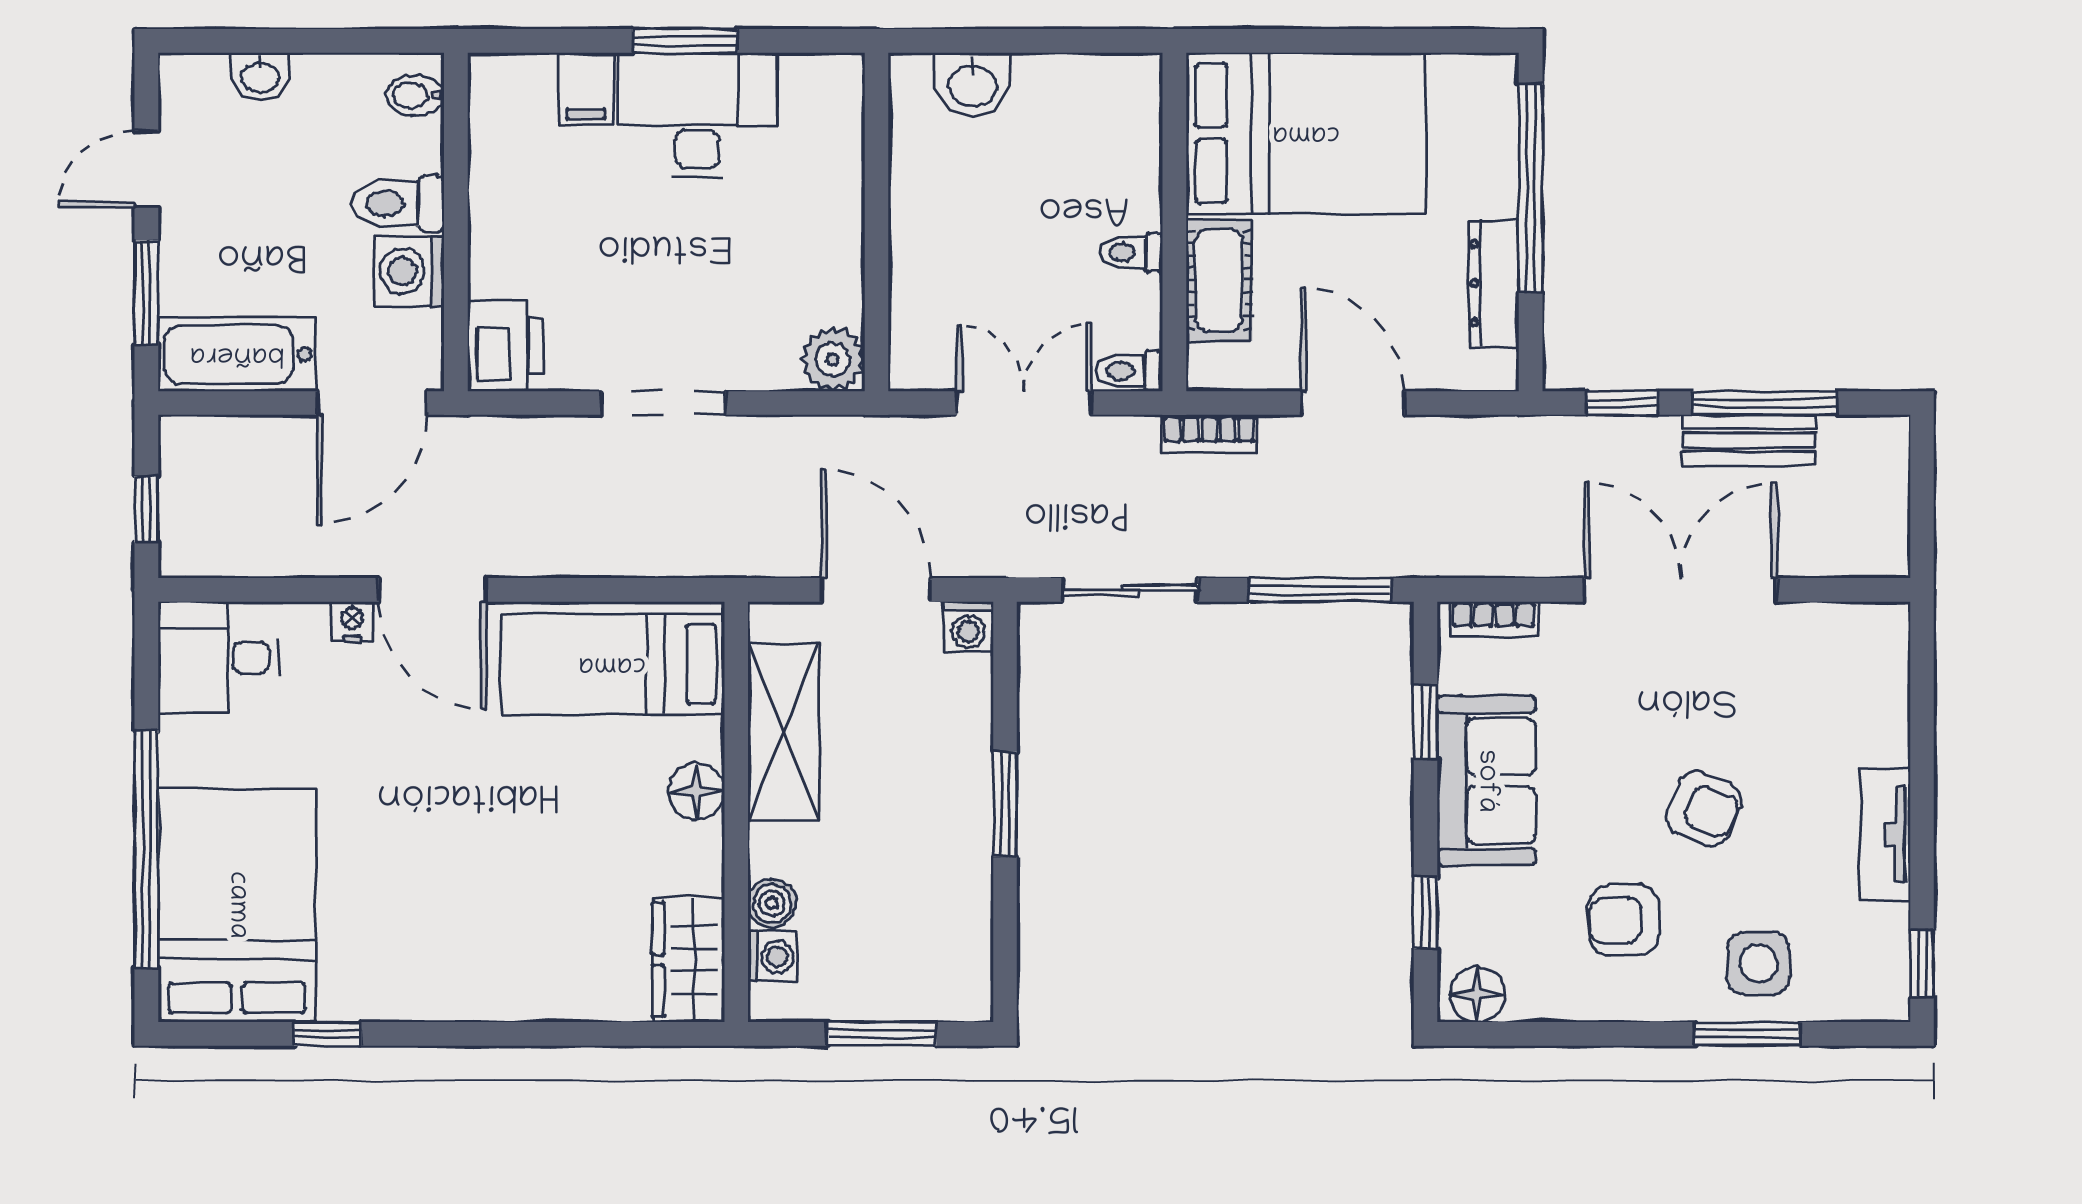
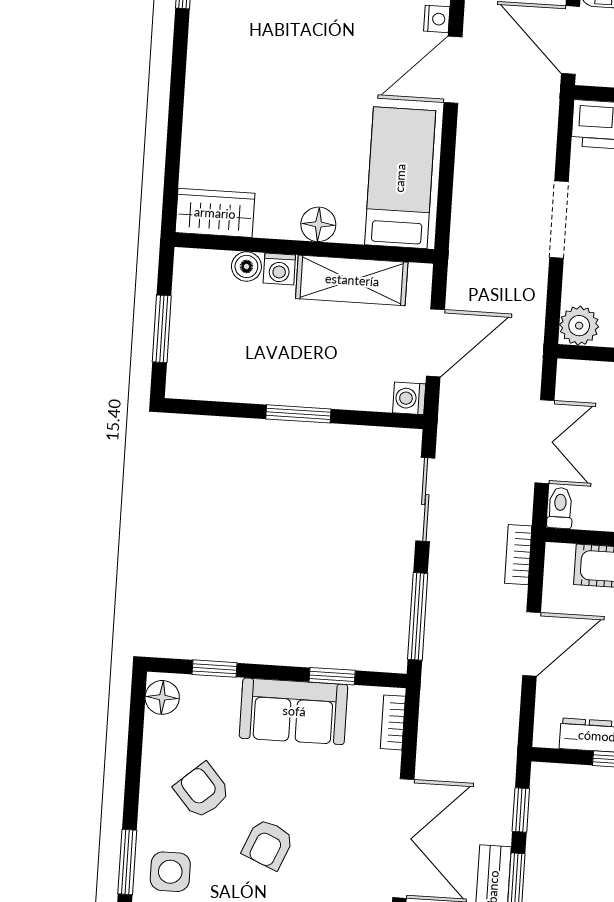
armchair: (1624, 920) -> (202, 791), turned -41
washing machine: (773, 957) -> (279, 269), moved

